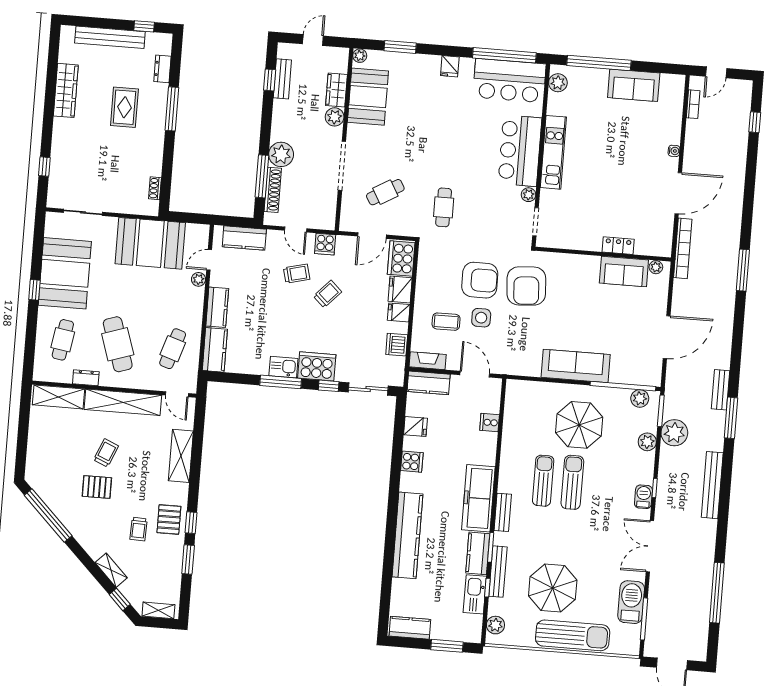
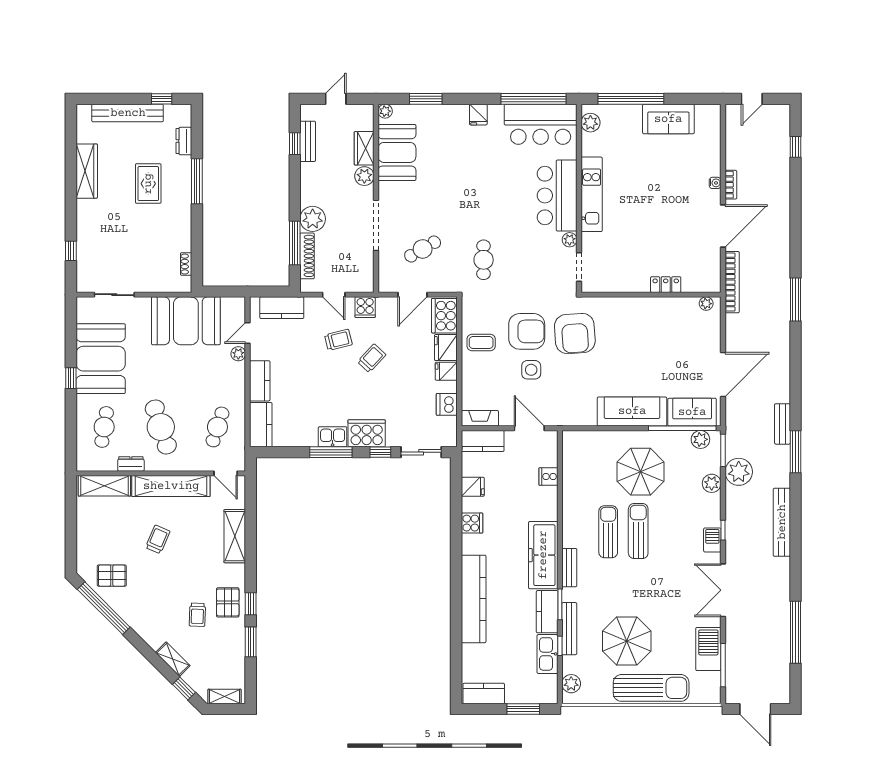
bookcase: (693, 104) -> (731, 185), moved
sofa: (624, 272) -> (692, 412), moved, turned 180
coffee table: (446, 322) -> (481, 342), moved
pallet: (97, 487) -> (112, 576), moved

